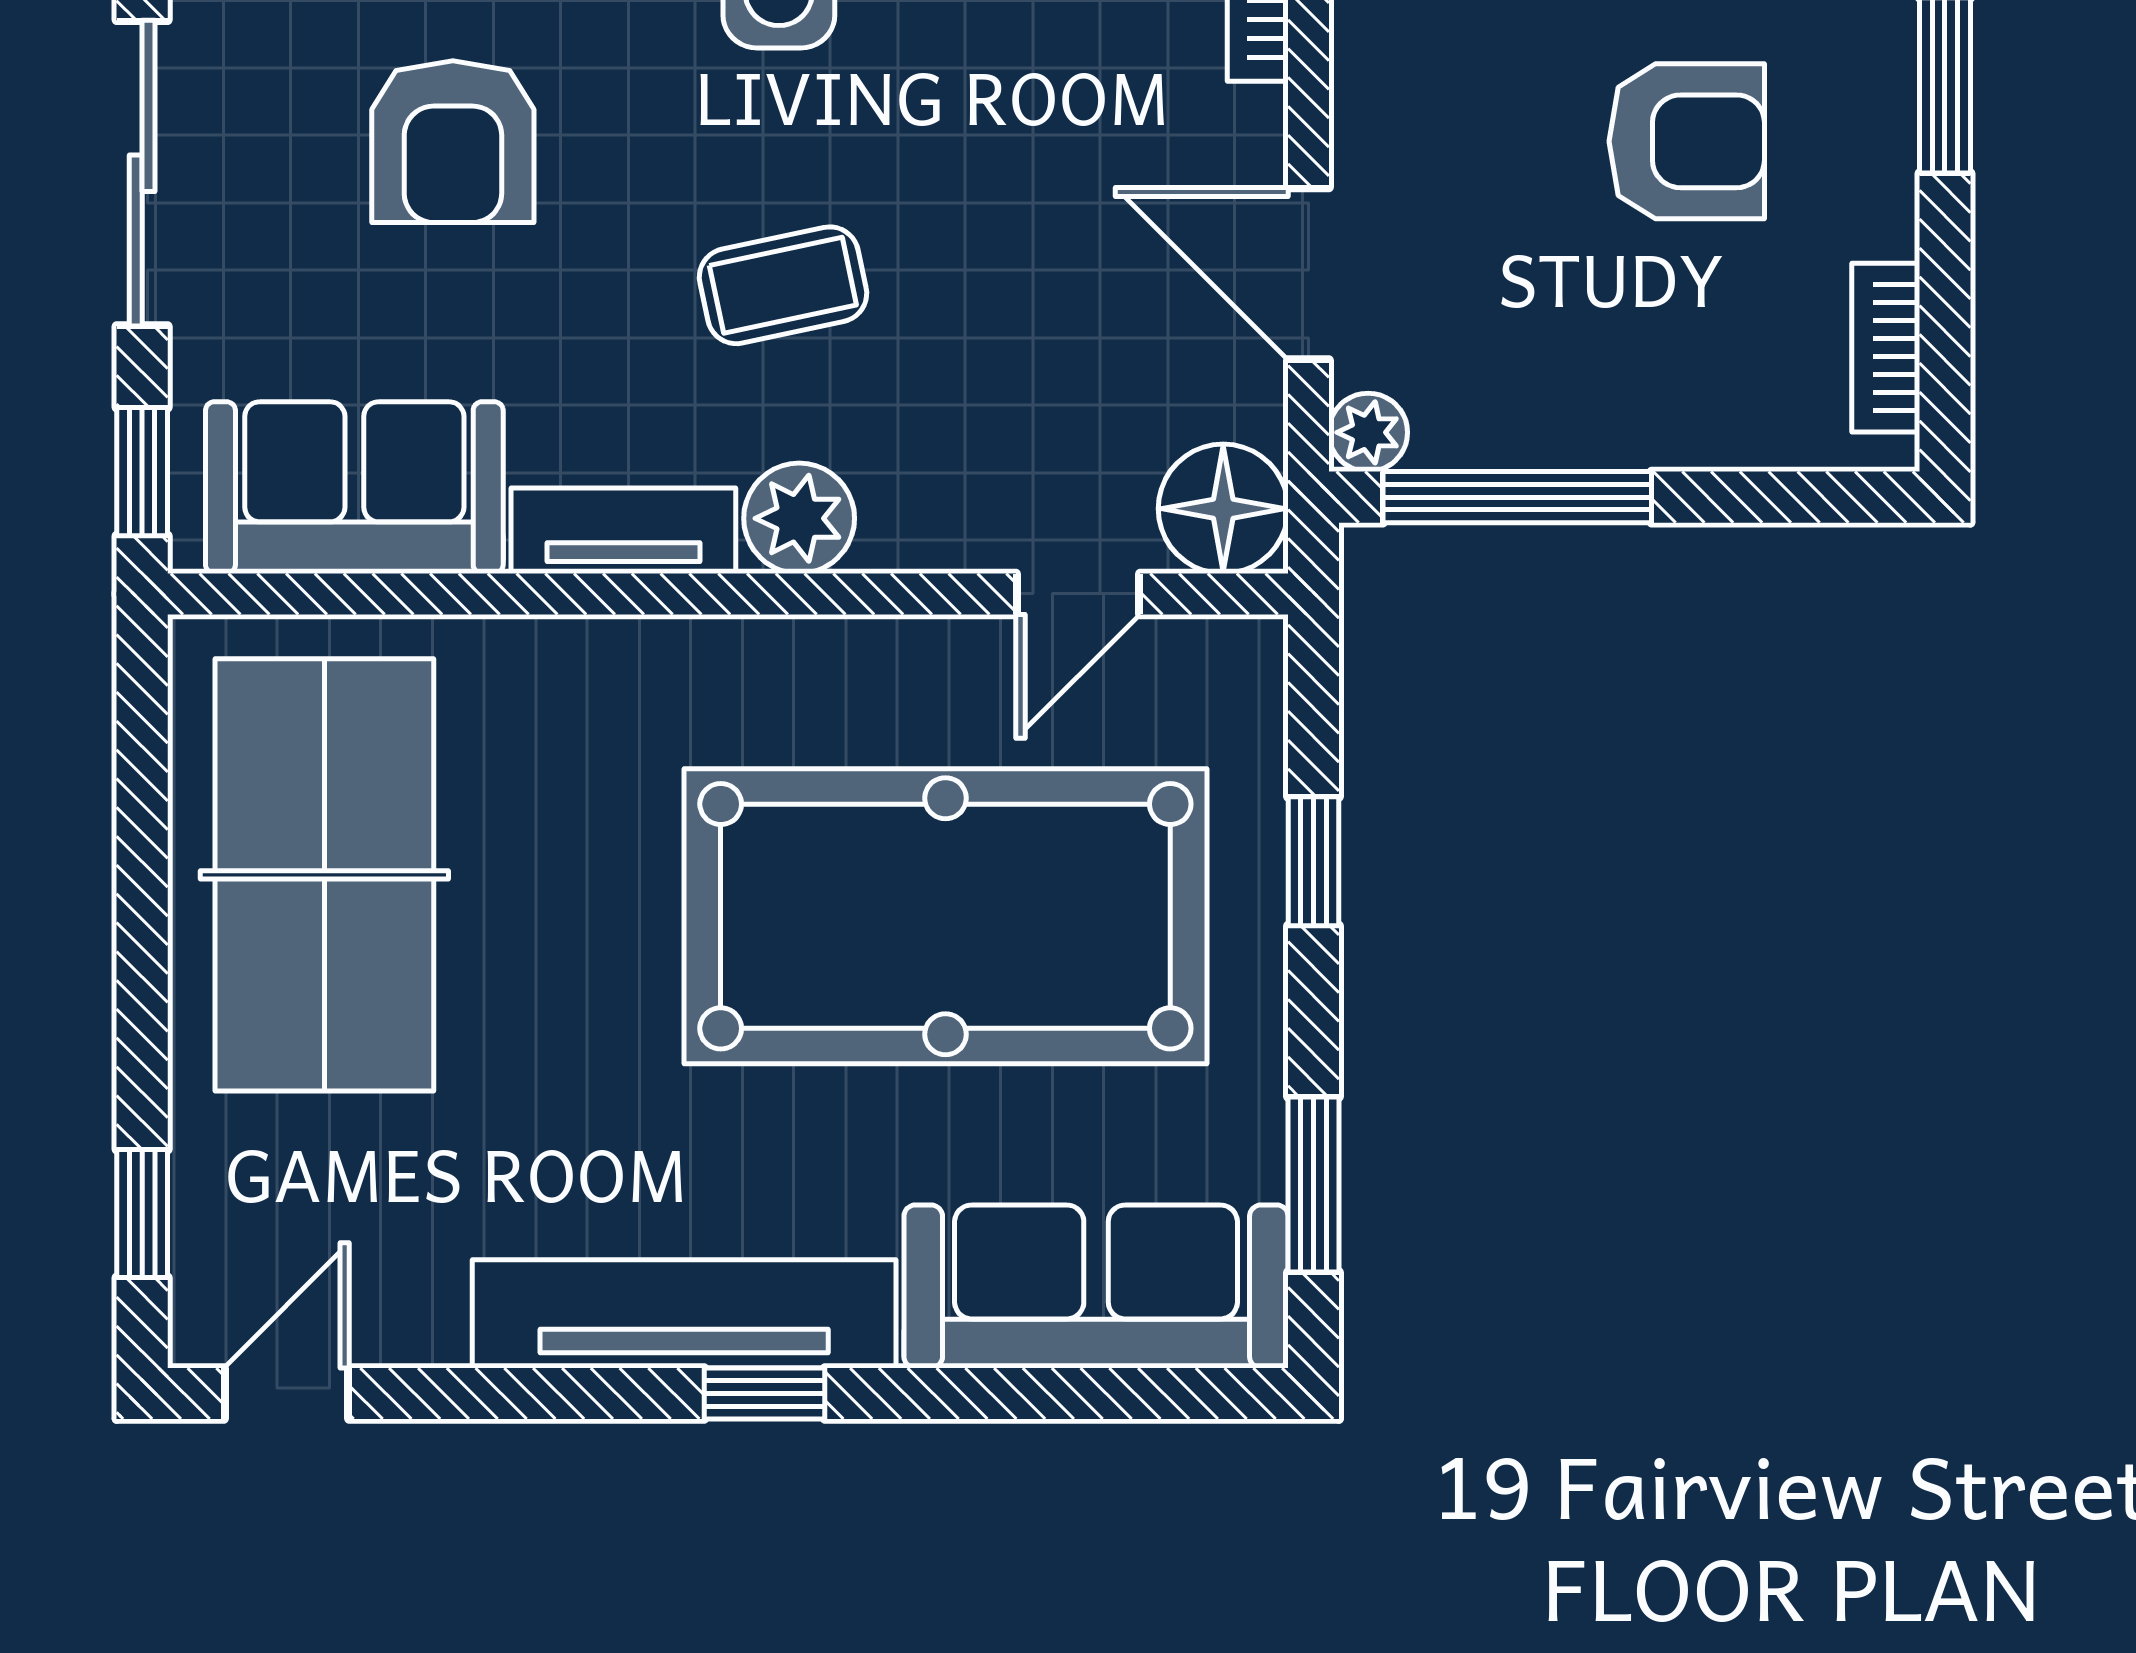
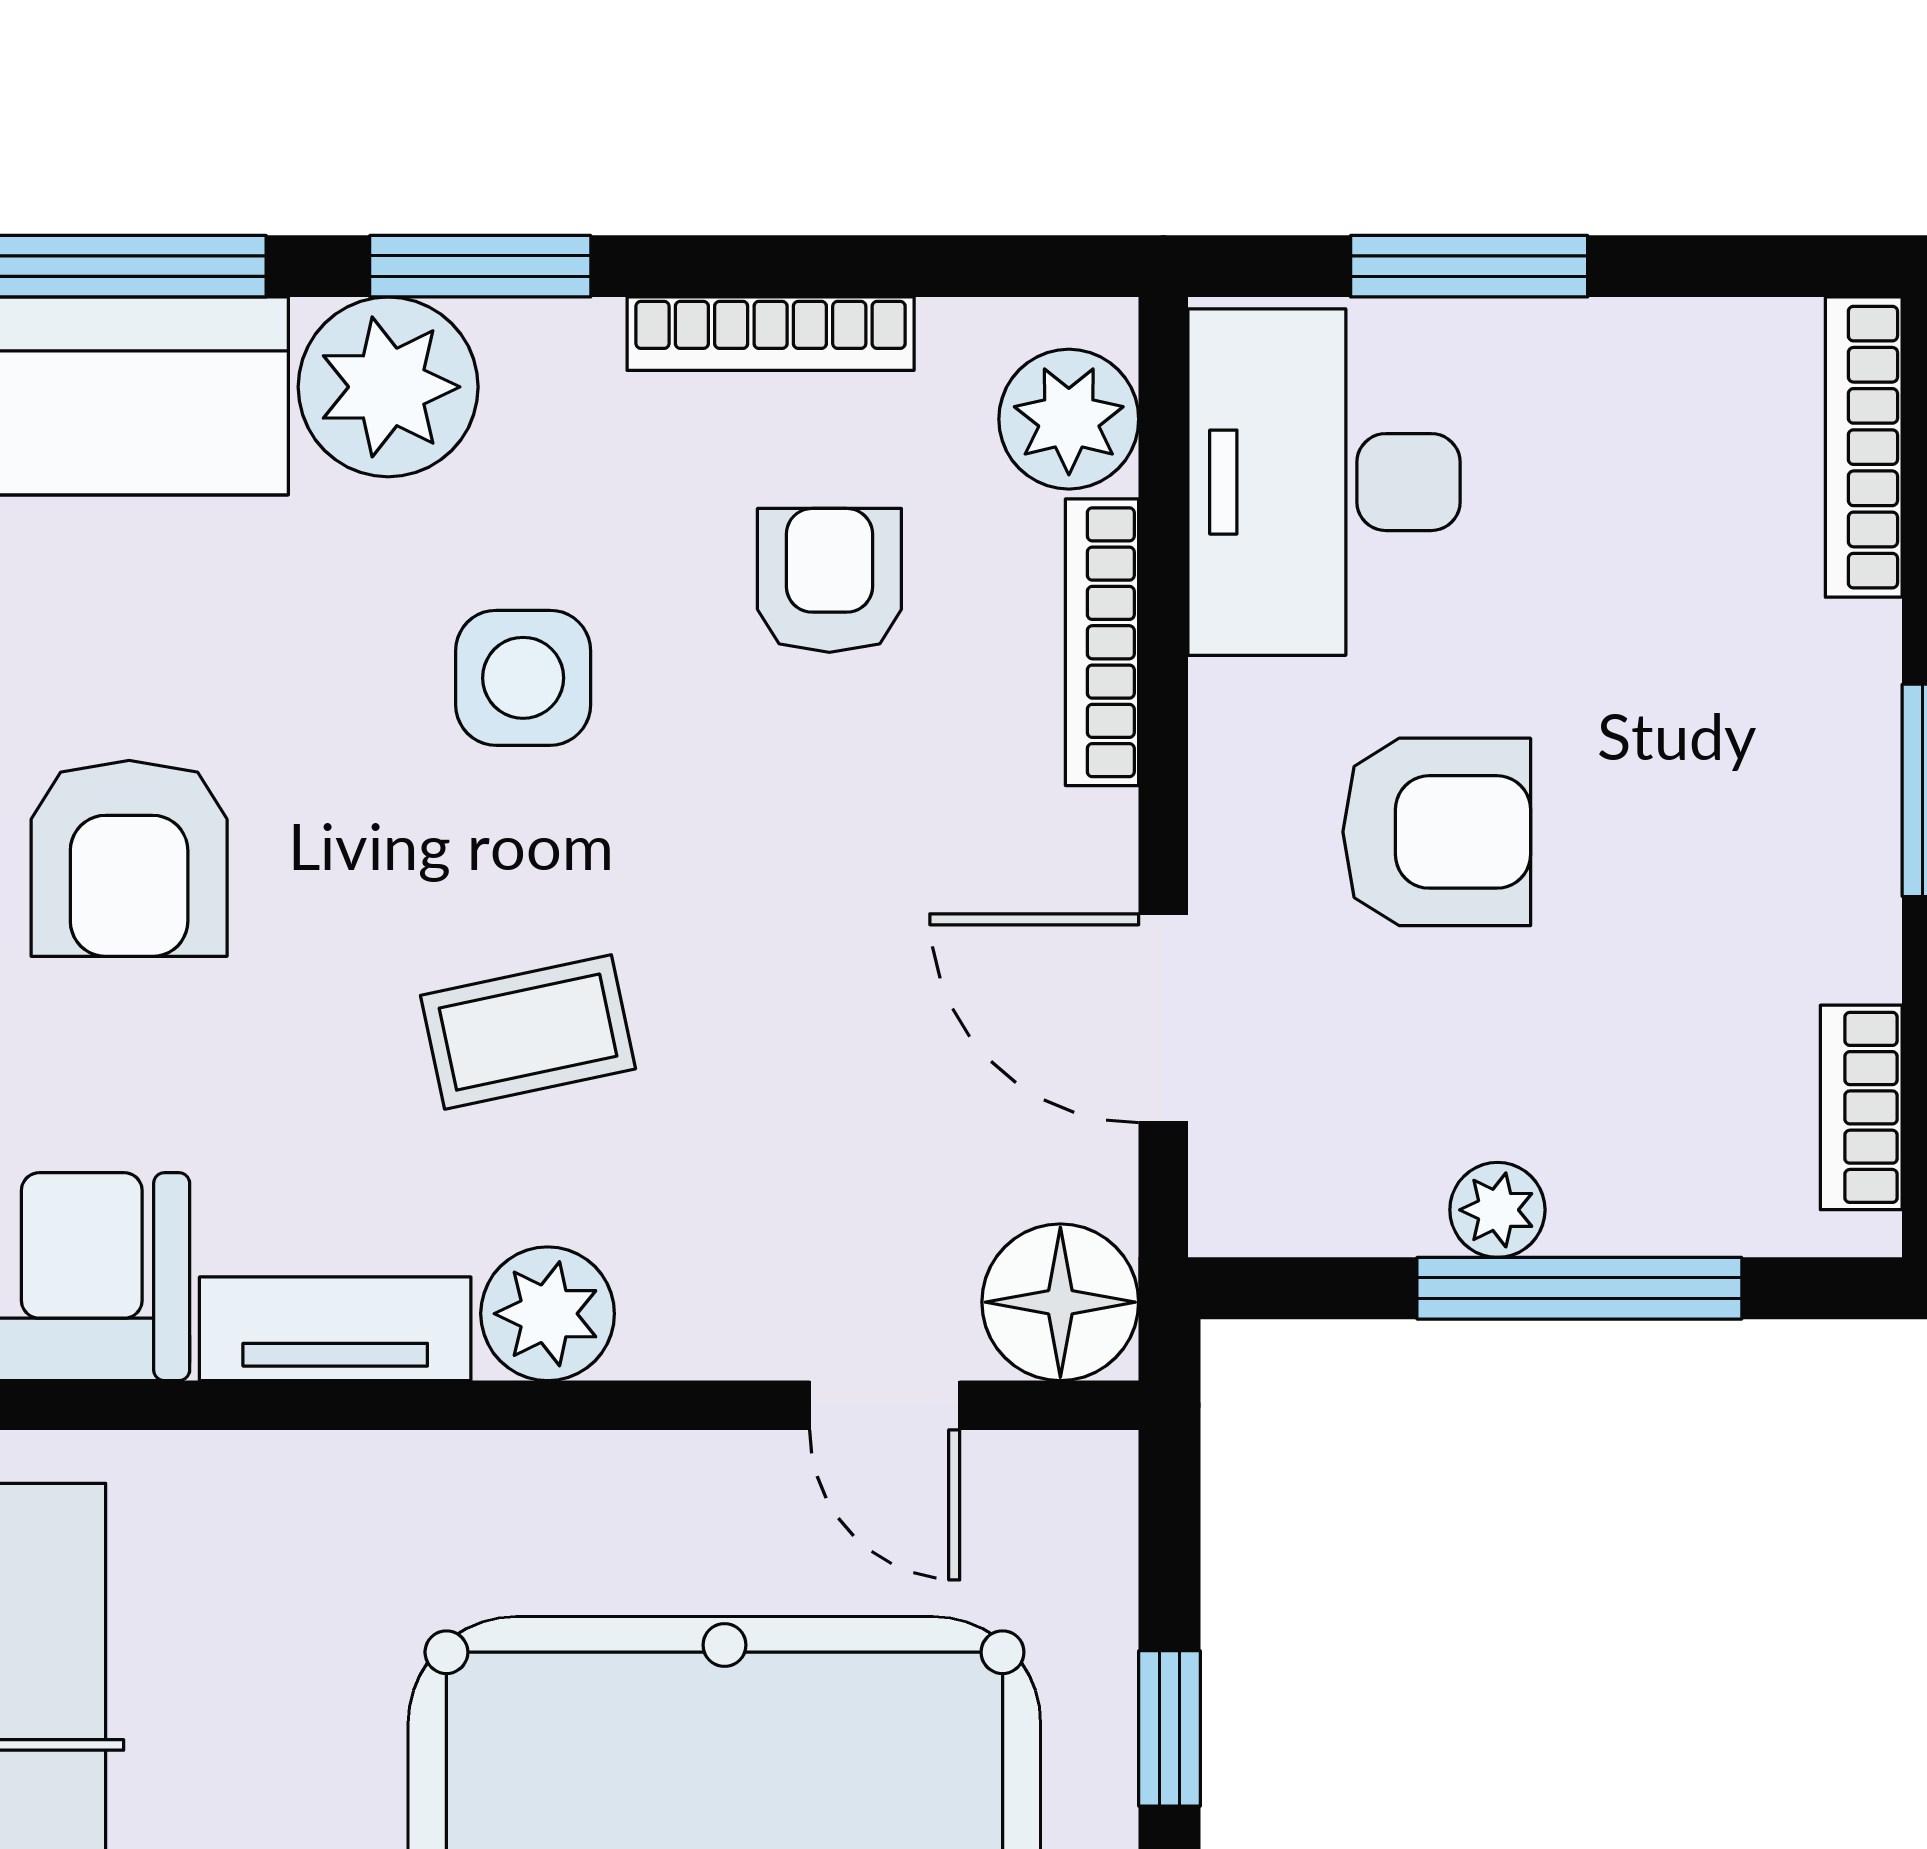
armchair: (1687, 141) -> (1437, 832), moved
plant: (1368, 432) -> (1497, 1210), moved
window: (1517, 497) -> (1579, 1288), moved
door: (1078, 594) -> (885, 1405), hinge flipped

